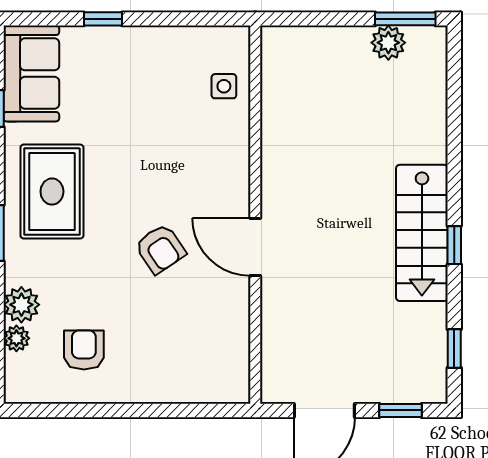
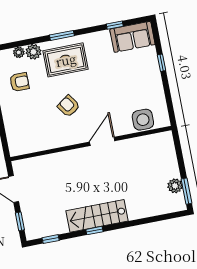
side table: (224, 86) -> (143, 120), width x1.87, depth x1.87
rug: (52, 192) -> (66, 60), moved
door: (255, 247) -> (102, 141), moved
armchair: (160, 249) -> (69, 106), turned 89

